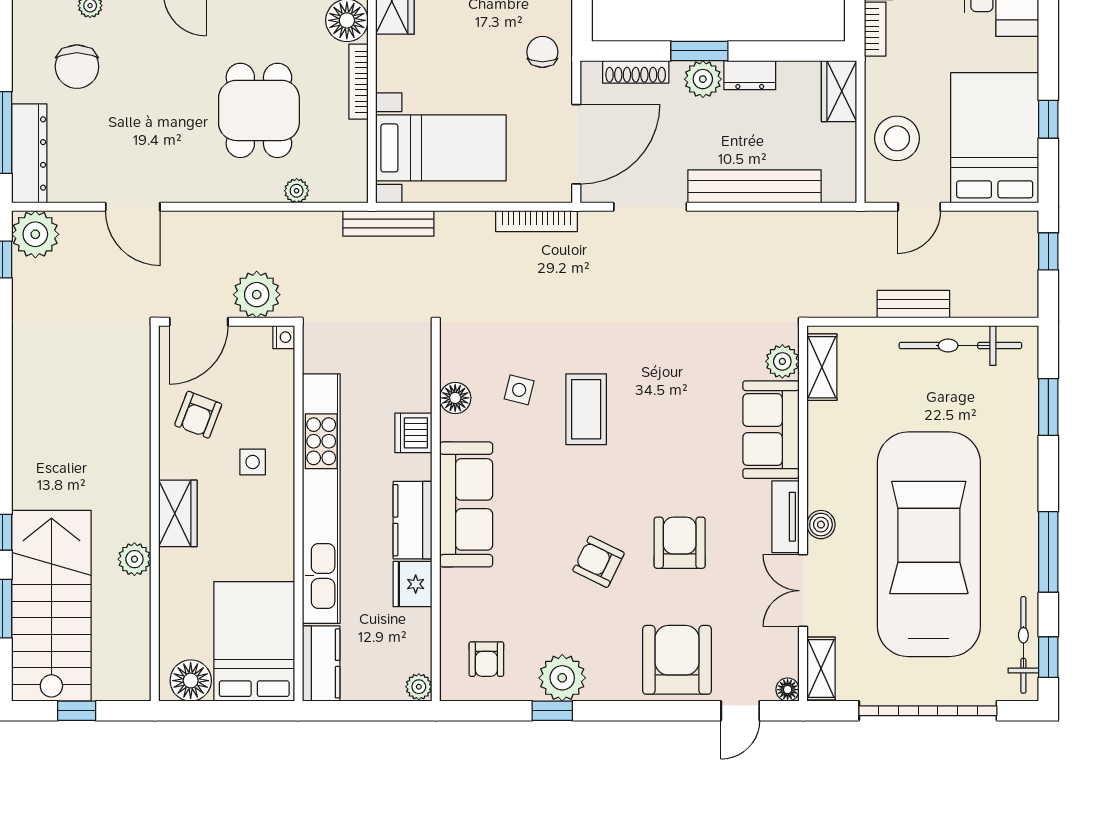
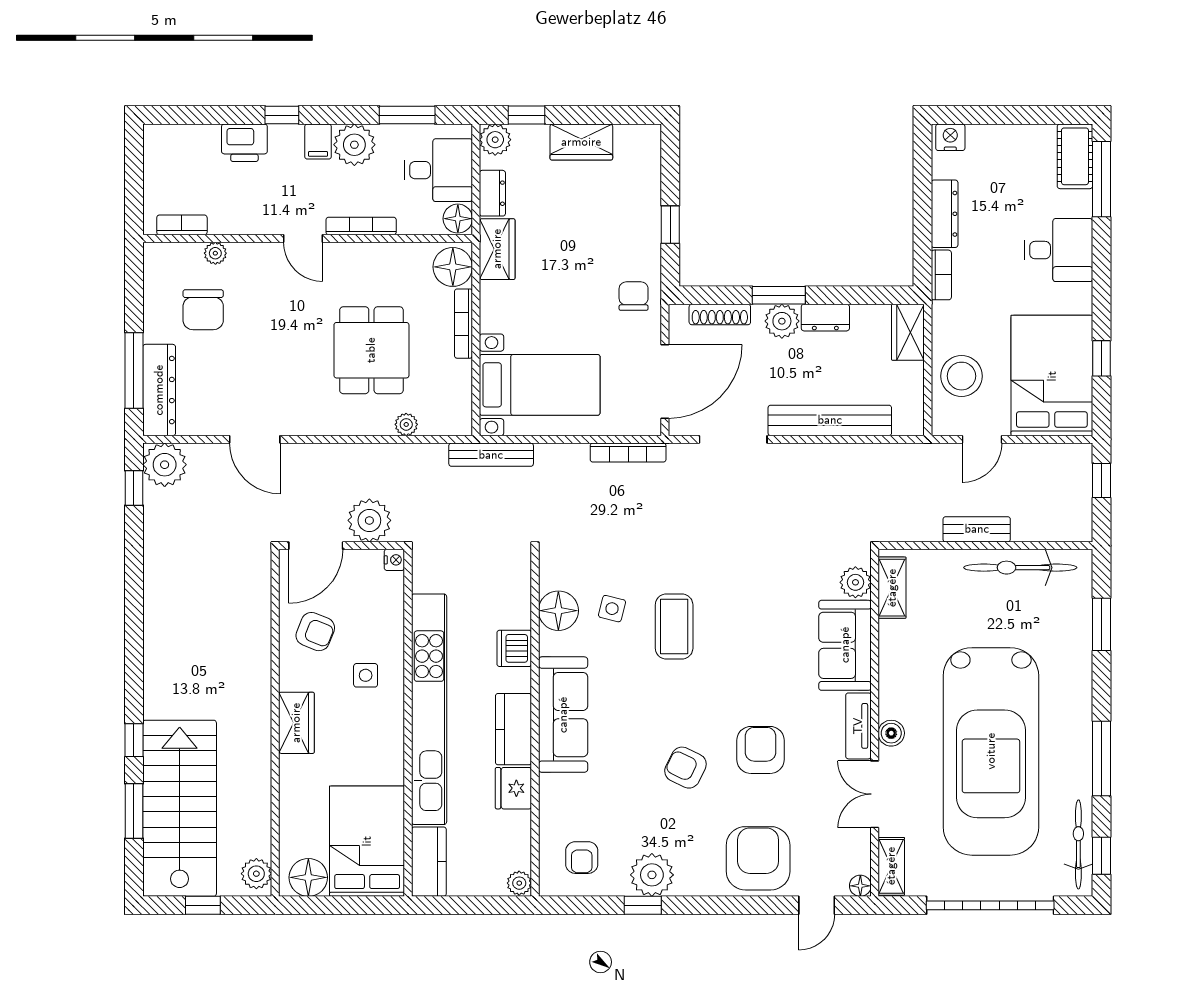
floor lamp: (455, 398) -> (558, 611), width x1.38, depth x1.38
armchair: (198, 415) -> (315, 632), turned -89
car: (929, 544) -> (991, 751), turned 180
plant: (134, 559) -> (256, 874), moved

